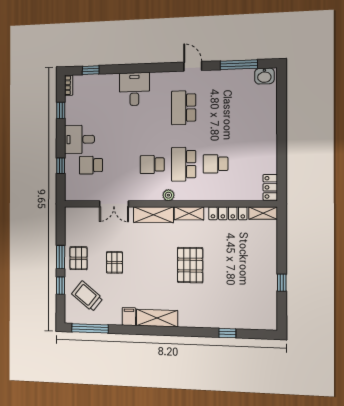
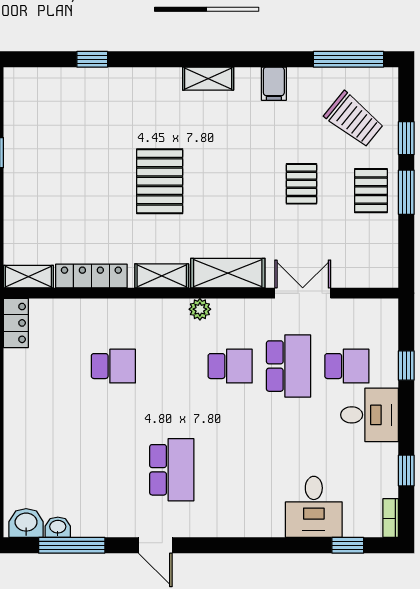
washbasin: (247, 74) -> (58, 527), added
desk: (134, 89) -> (314, 507), moved
school desk: (184, 164) -> (289, 366), moved
shelving: (157, 318) -> (208, 79), width x0.67, depth x0.75

